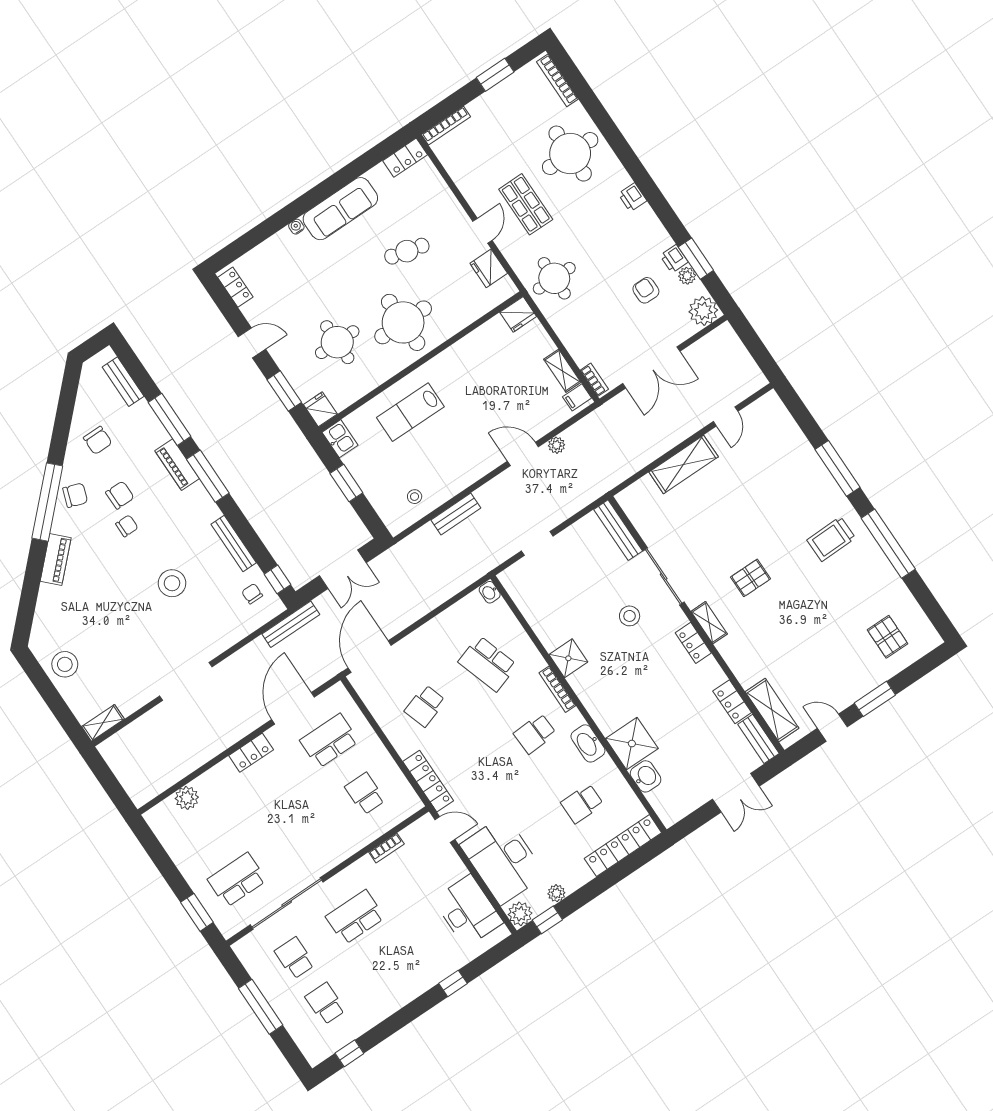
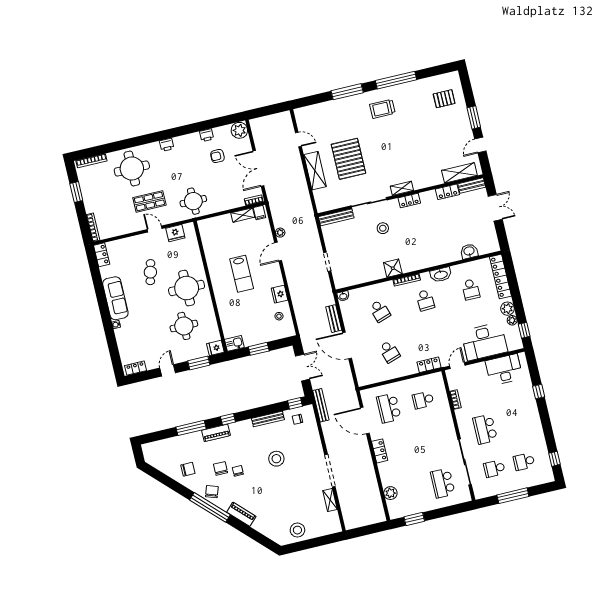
window: (696, 259) -> (211, 124), removed
plant: (687, 276) -> (218, 132), removed
fridge: (518, 314) -> (279, 294), moved, turned 180
double door: (651, 367) -> (258, 168), swing flipped
bench: (123, 382) -> (162, 445), removed
lab bench: (410, 412) -> (242, 274), moved
window: (208, 476) -> (228, 419), width x0.46
bench: (456, 514) -> (334, 319), moved
trolley: (831, 539) -> (382, 109), turned 91
pallet: (751, 578) -> (348, 159), moved, width x2.05, depth x2.00
door: (370, 657) -> (347, 345), moved
school desk: (488, 664) -> (380, 311), width x0.54
shelving: (103, 723) -> (330, 500), moved
shower: (632, 744) -> (449, 252), removed
locker: (428, 781) -> (429, 365), width x0.66
window: (197, 912) -> (414, 519), moved
plant: (520, 914) -> (507, 309), moved

